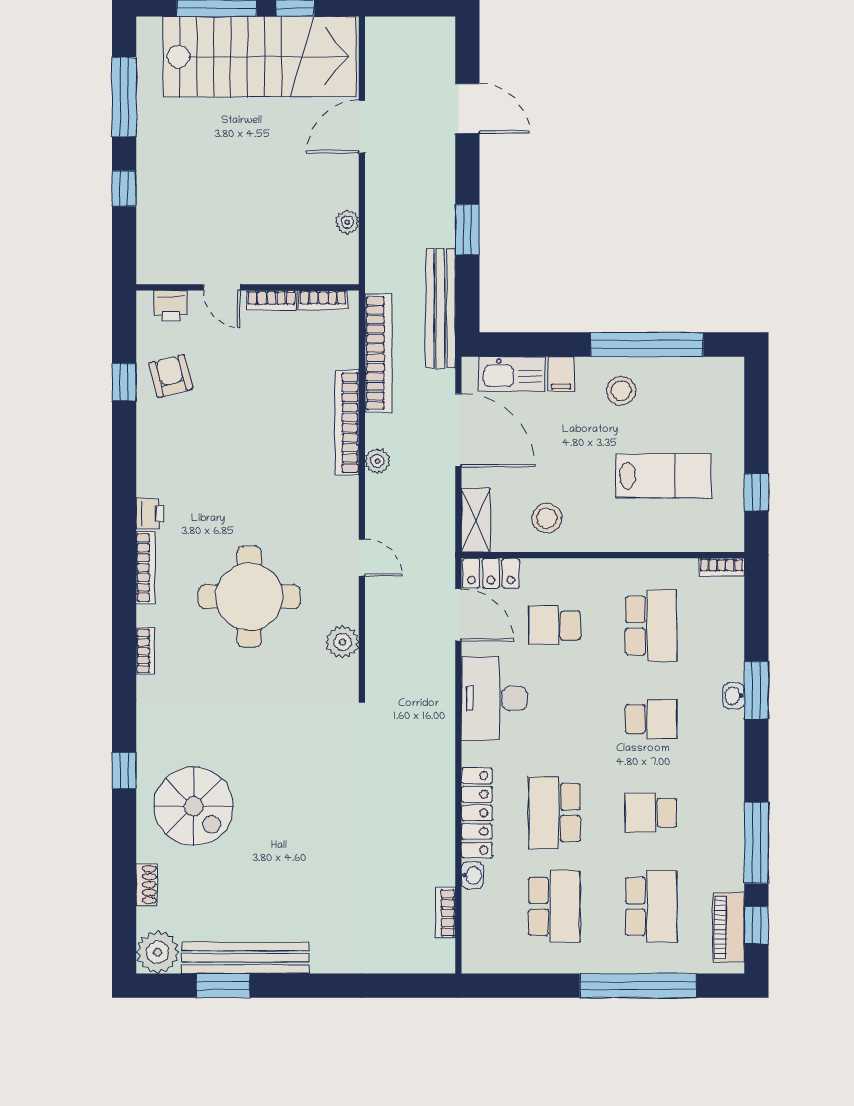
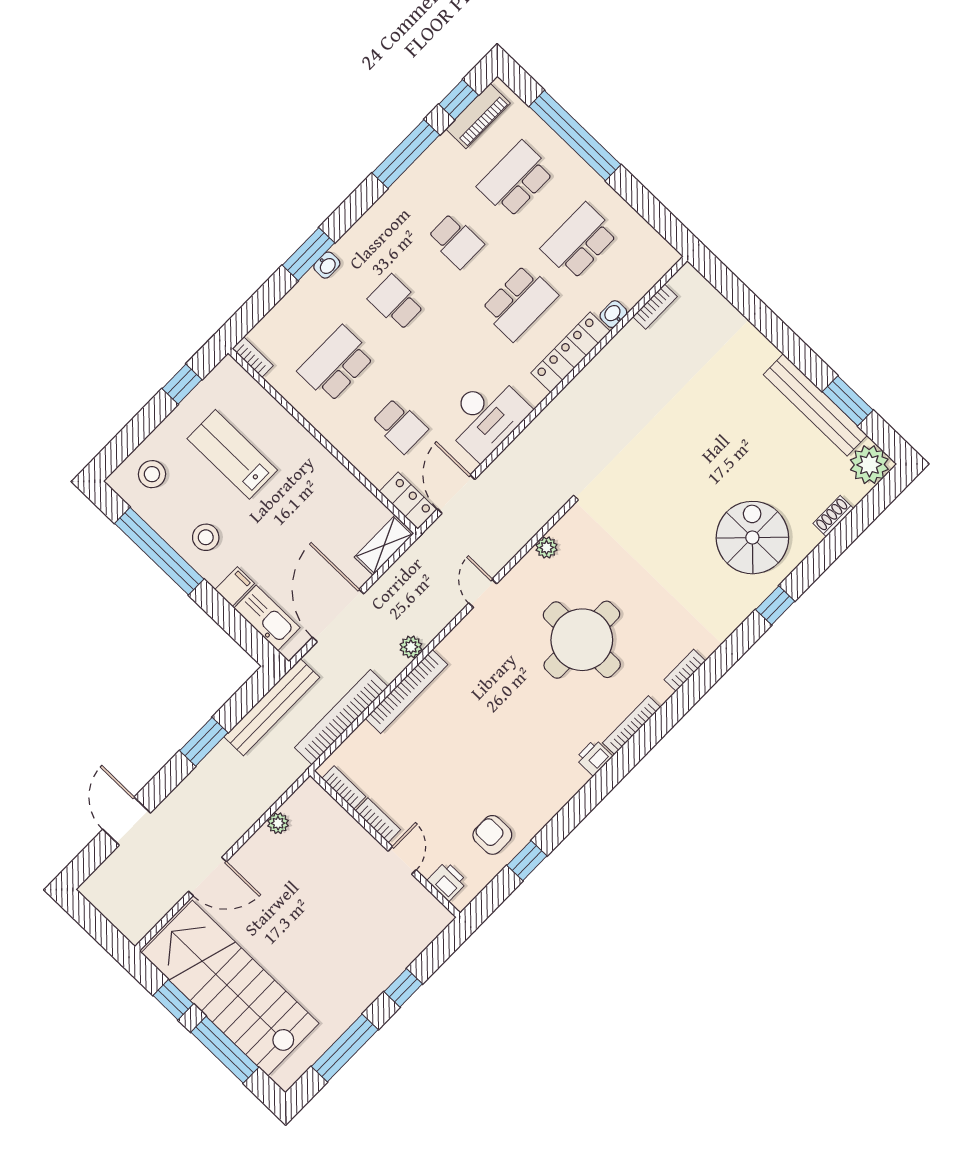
armchair: (171, 376) -> (492, 835), turned 104
stool: (547, 518) -> (152, 474), moved
plant: (343, 642) -> (547, 547), width x0.73, depth x0.73

